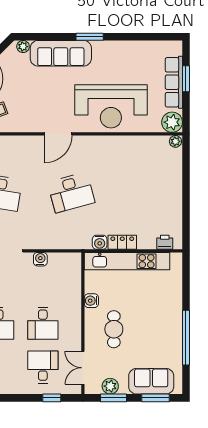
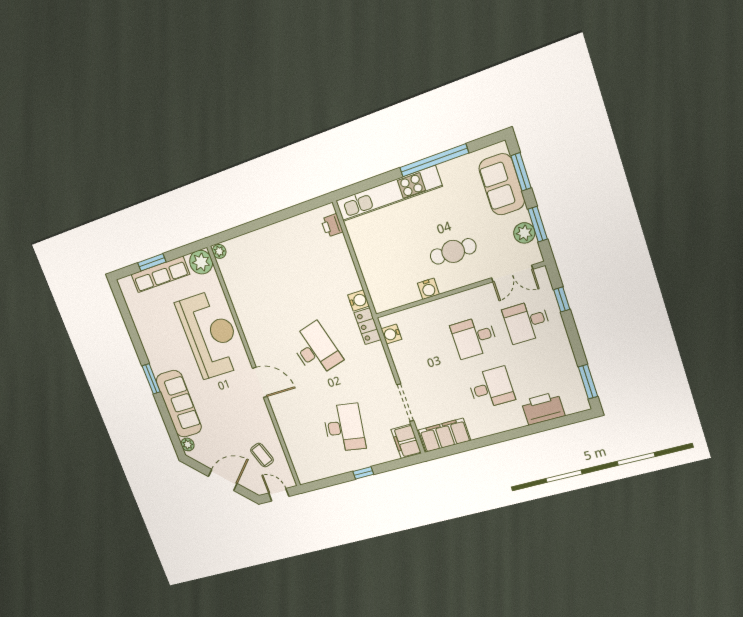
locker: (122, 242) -> (368, 326), moved
water cooler: (40, 259) -> (391, 334), moved
kitchen unit: (127, 261) -> (388, 194), moved, turned 90
desk: (43, 323) -> (474, 337), turned 180

